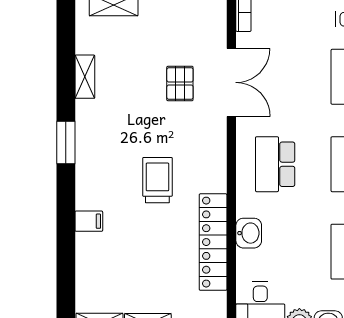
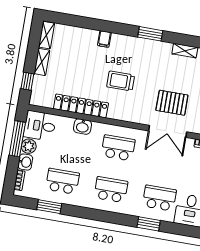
pallet: (180, 83) -> (172, 103), width x1.50, depth x1.42
trolley: (157, 180) -> (121, 81), turned 180

